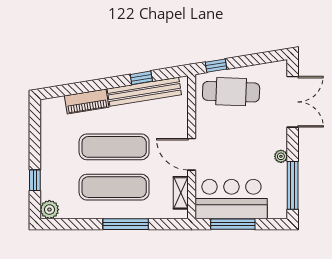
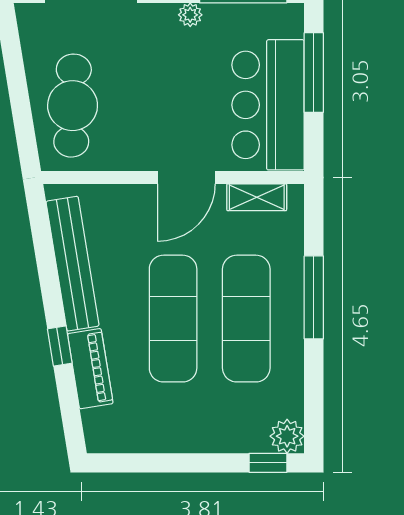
window: (216, 66) -> (25, 133), removed
window: (141, 78) -> (60, 346), moved
window: (35, 180) -> (268, 463), moved
window: (233, 224) -> (314, 73), moved

